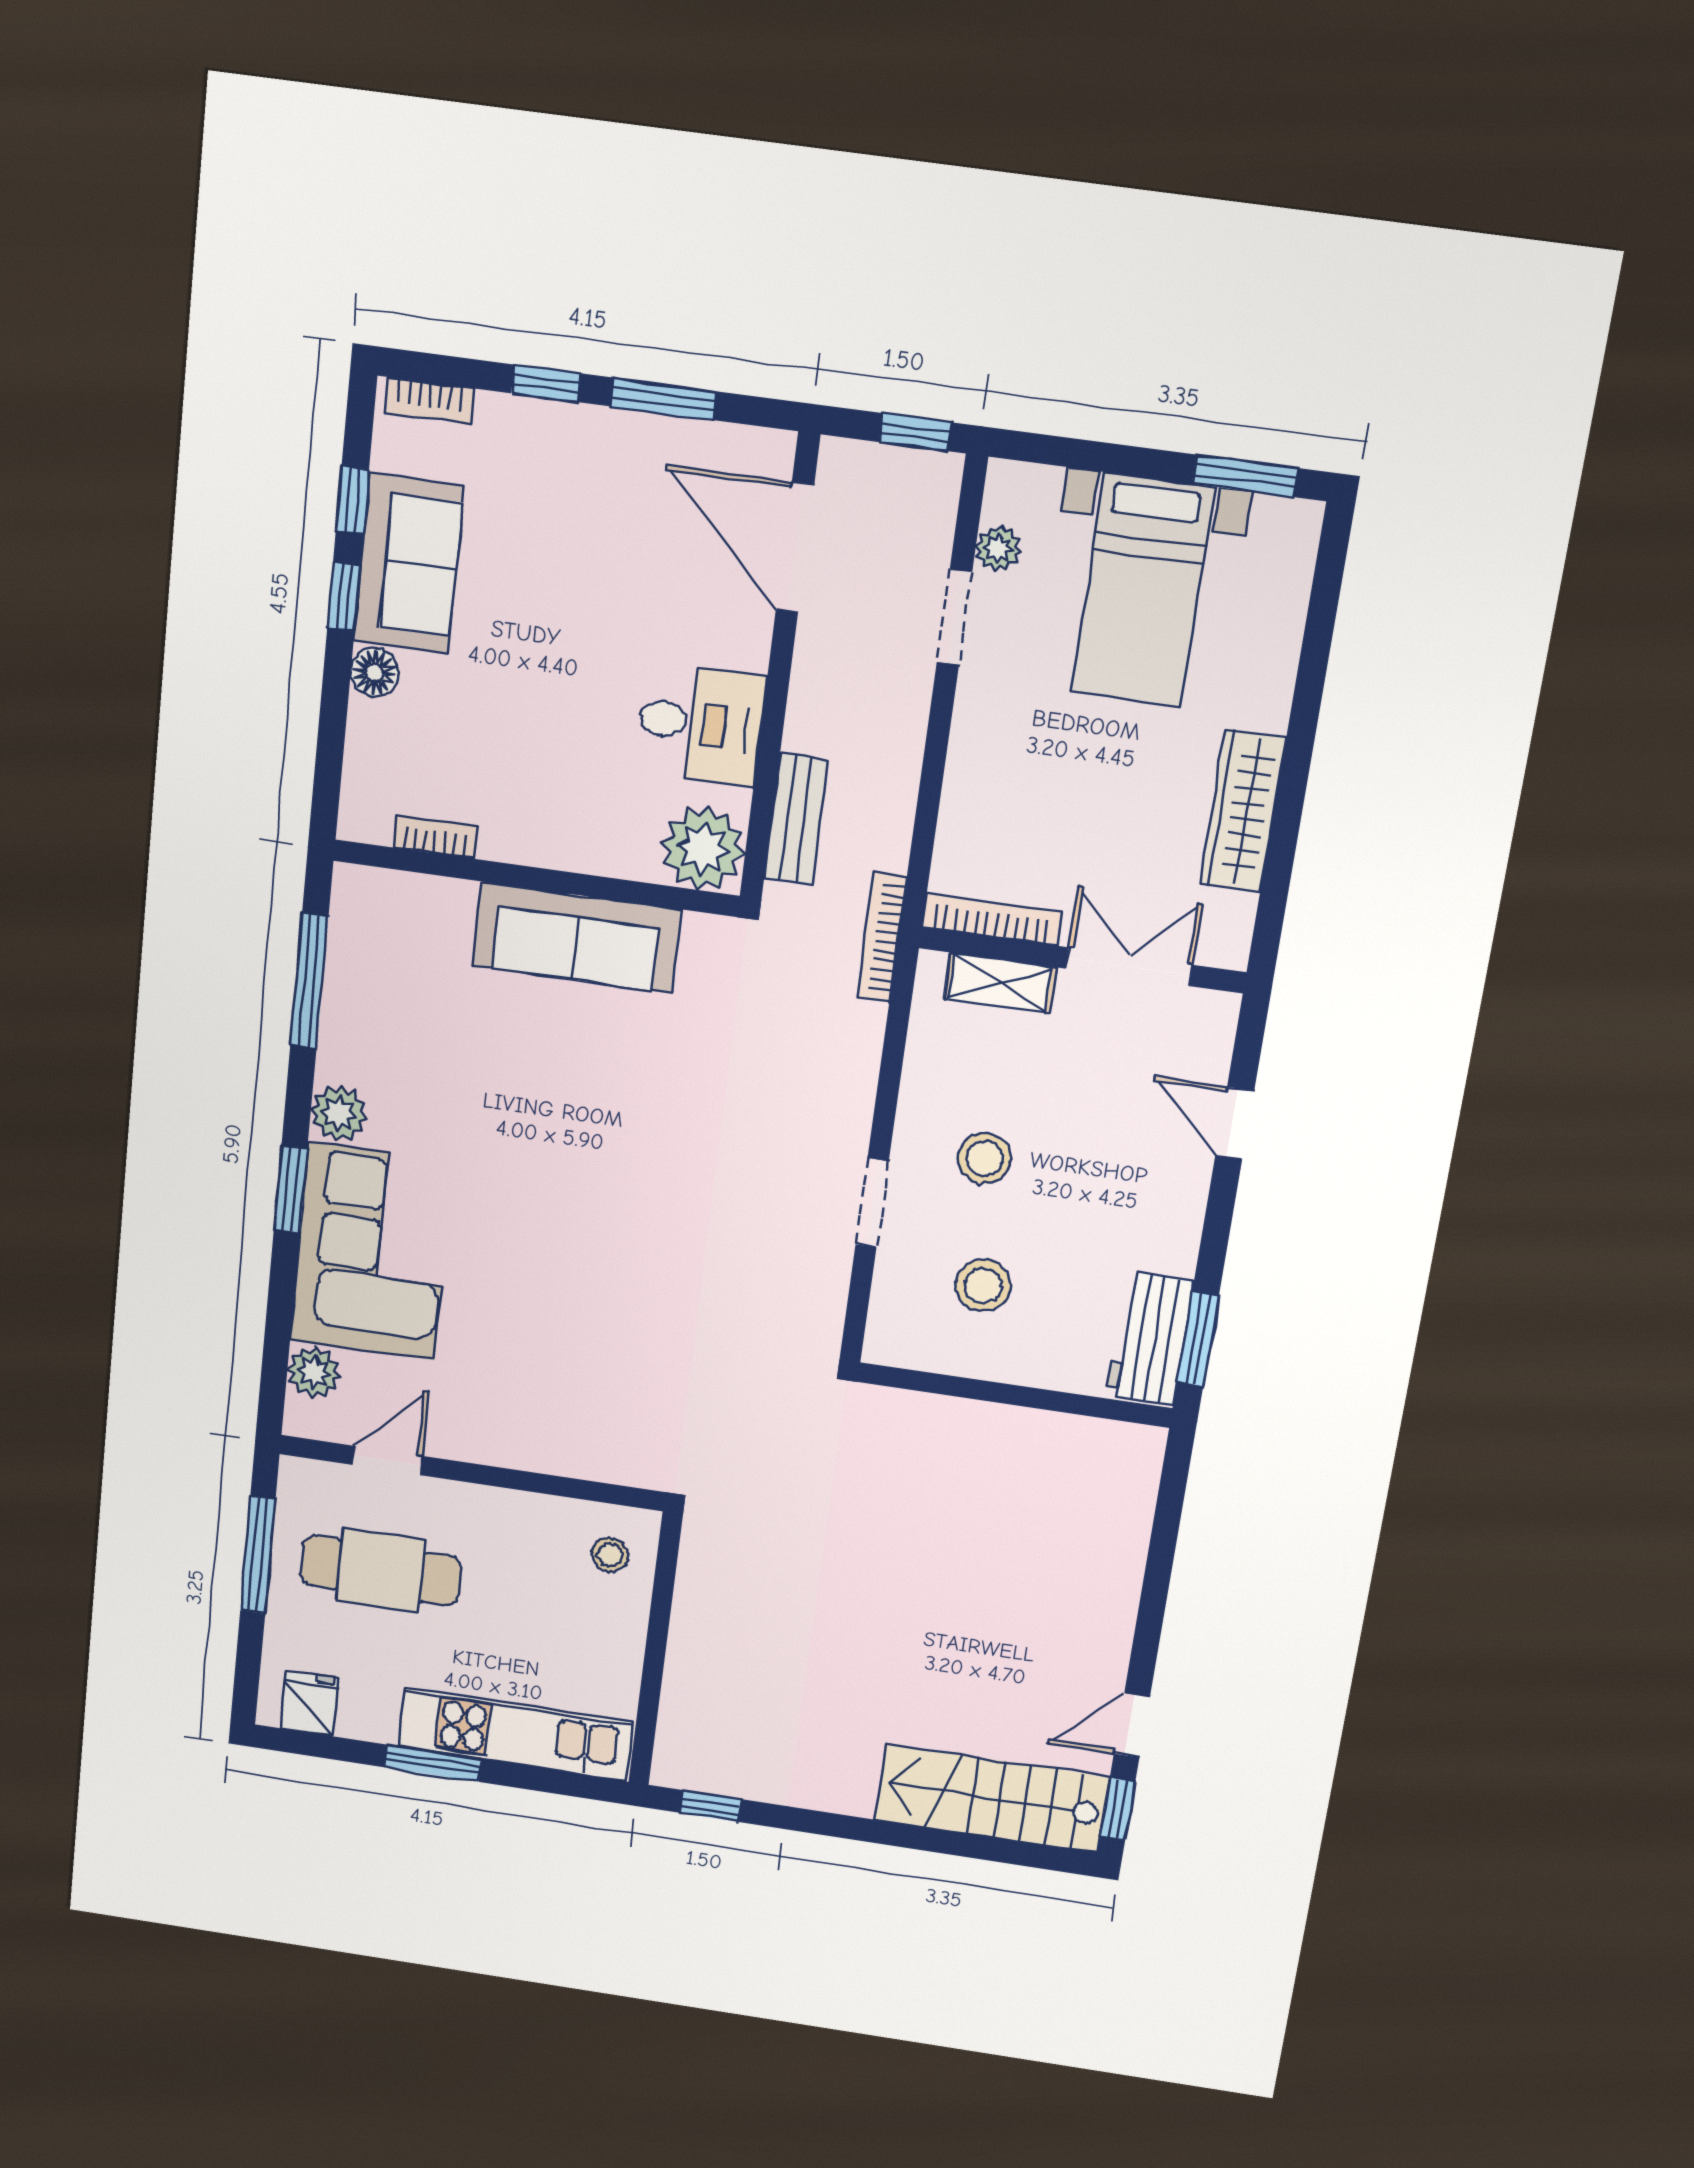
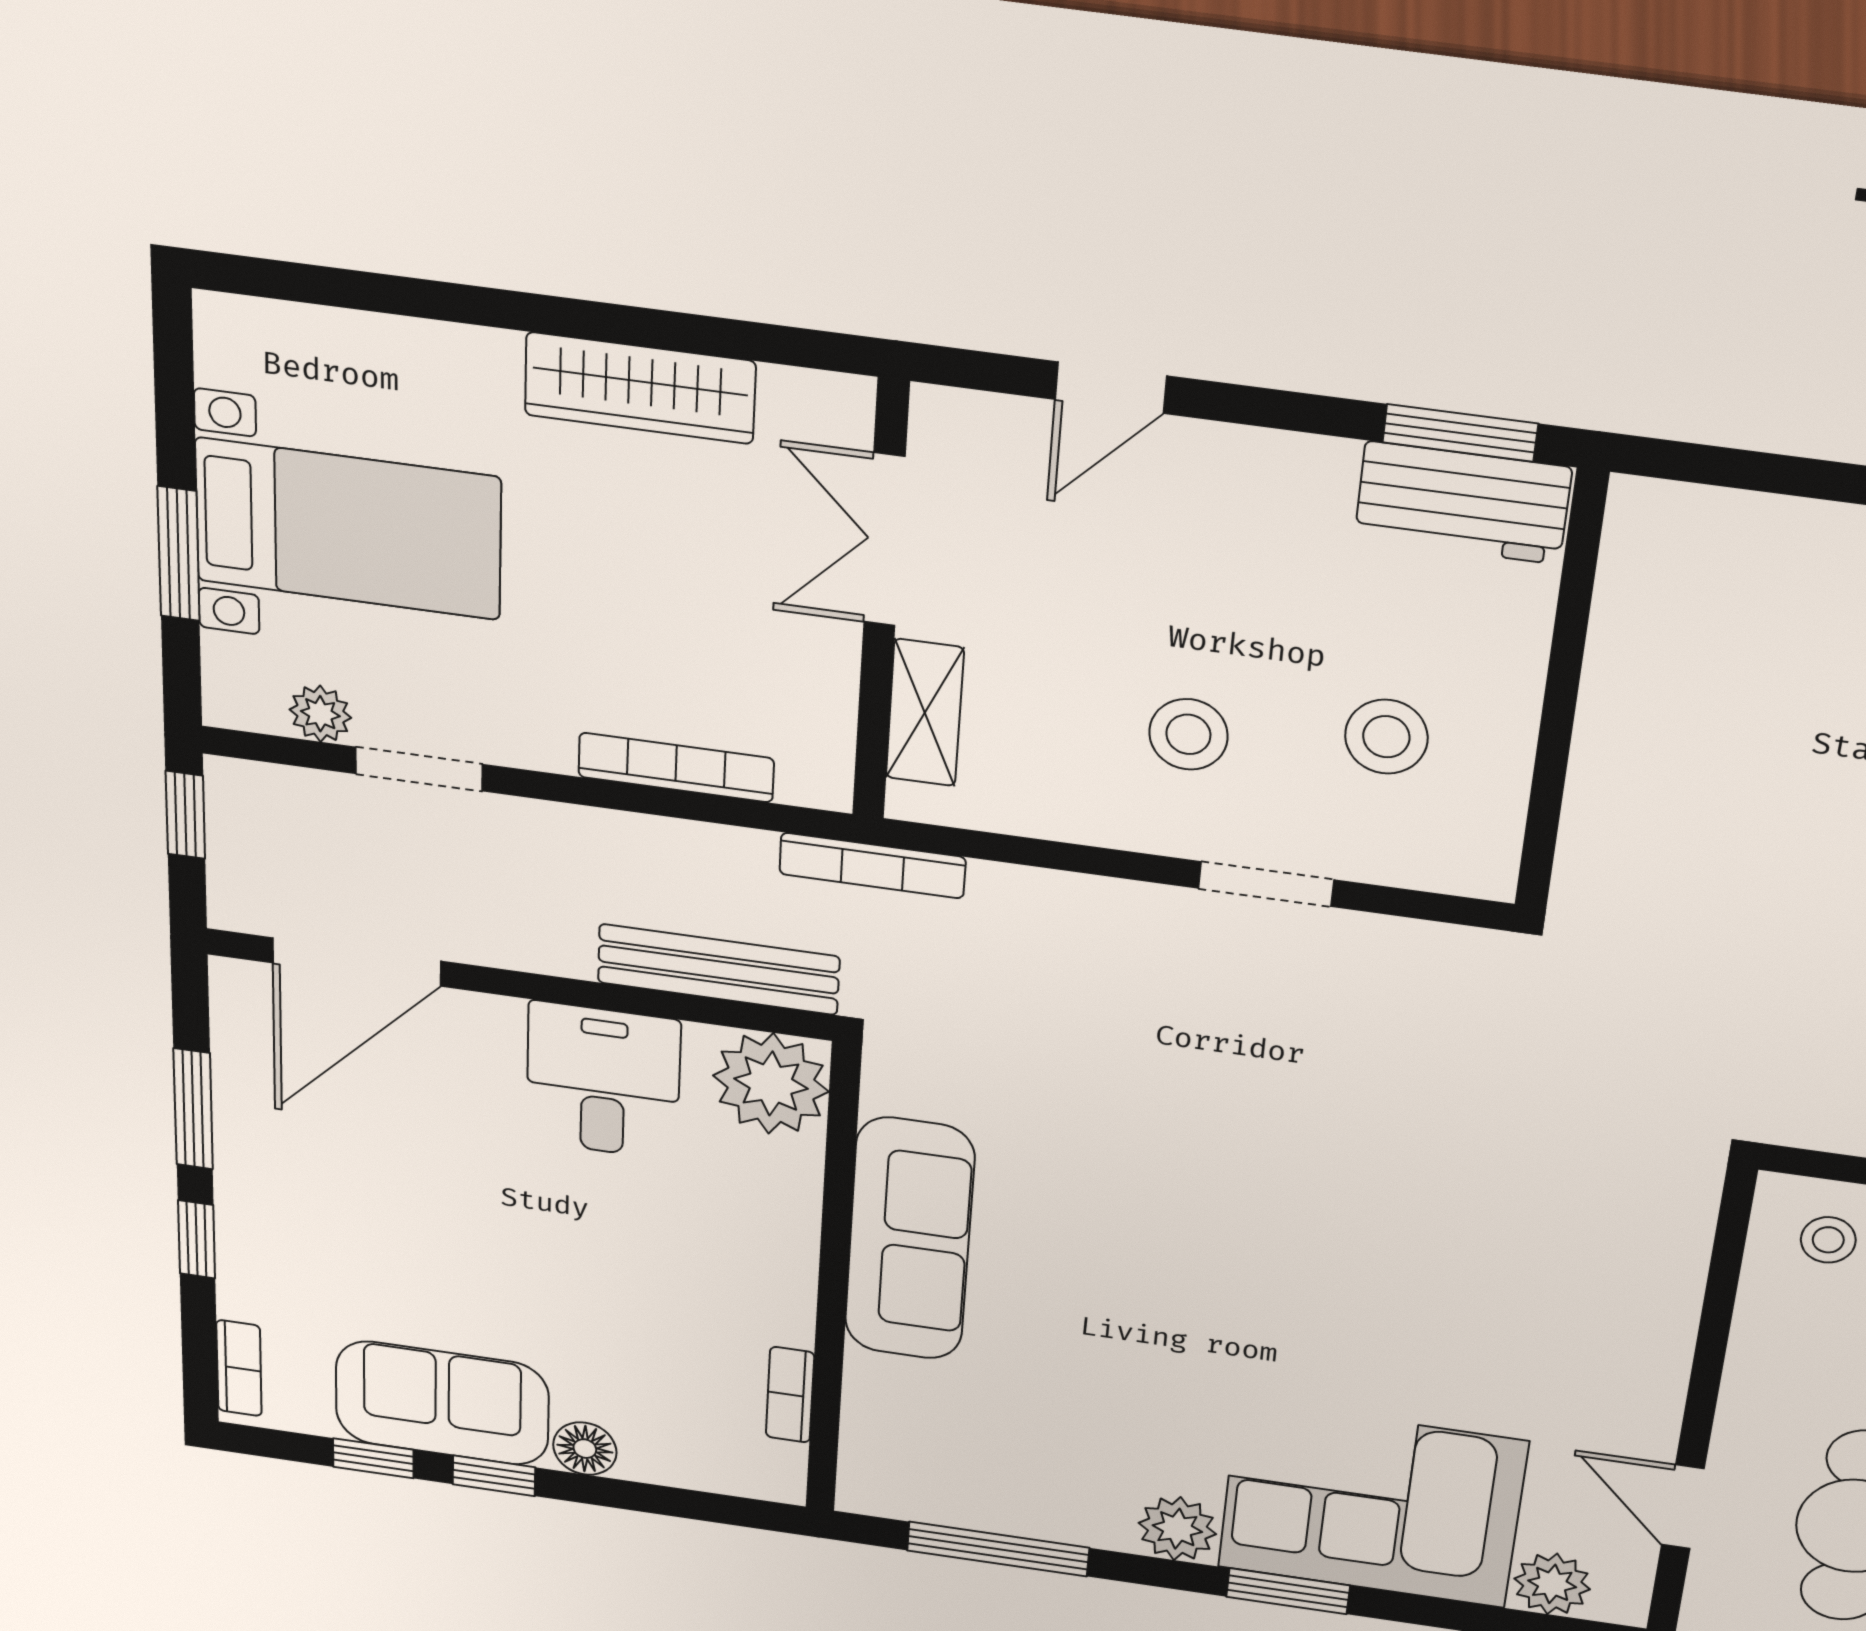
window: (1245, 476) -> (179, 554), moved
bench: (796, 819) -> (718, 969), width x1.36
bookcase: (992, 919) -> (676, 768), moved, turned 90

